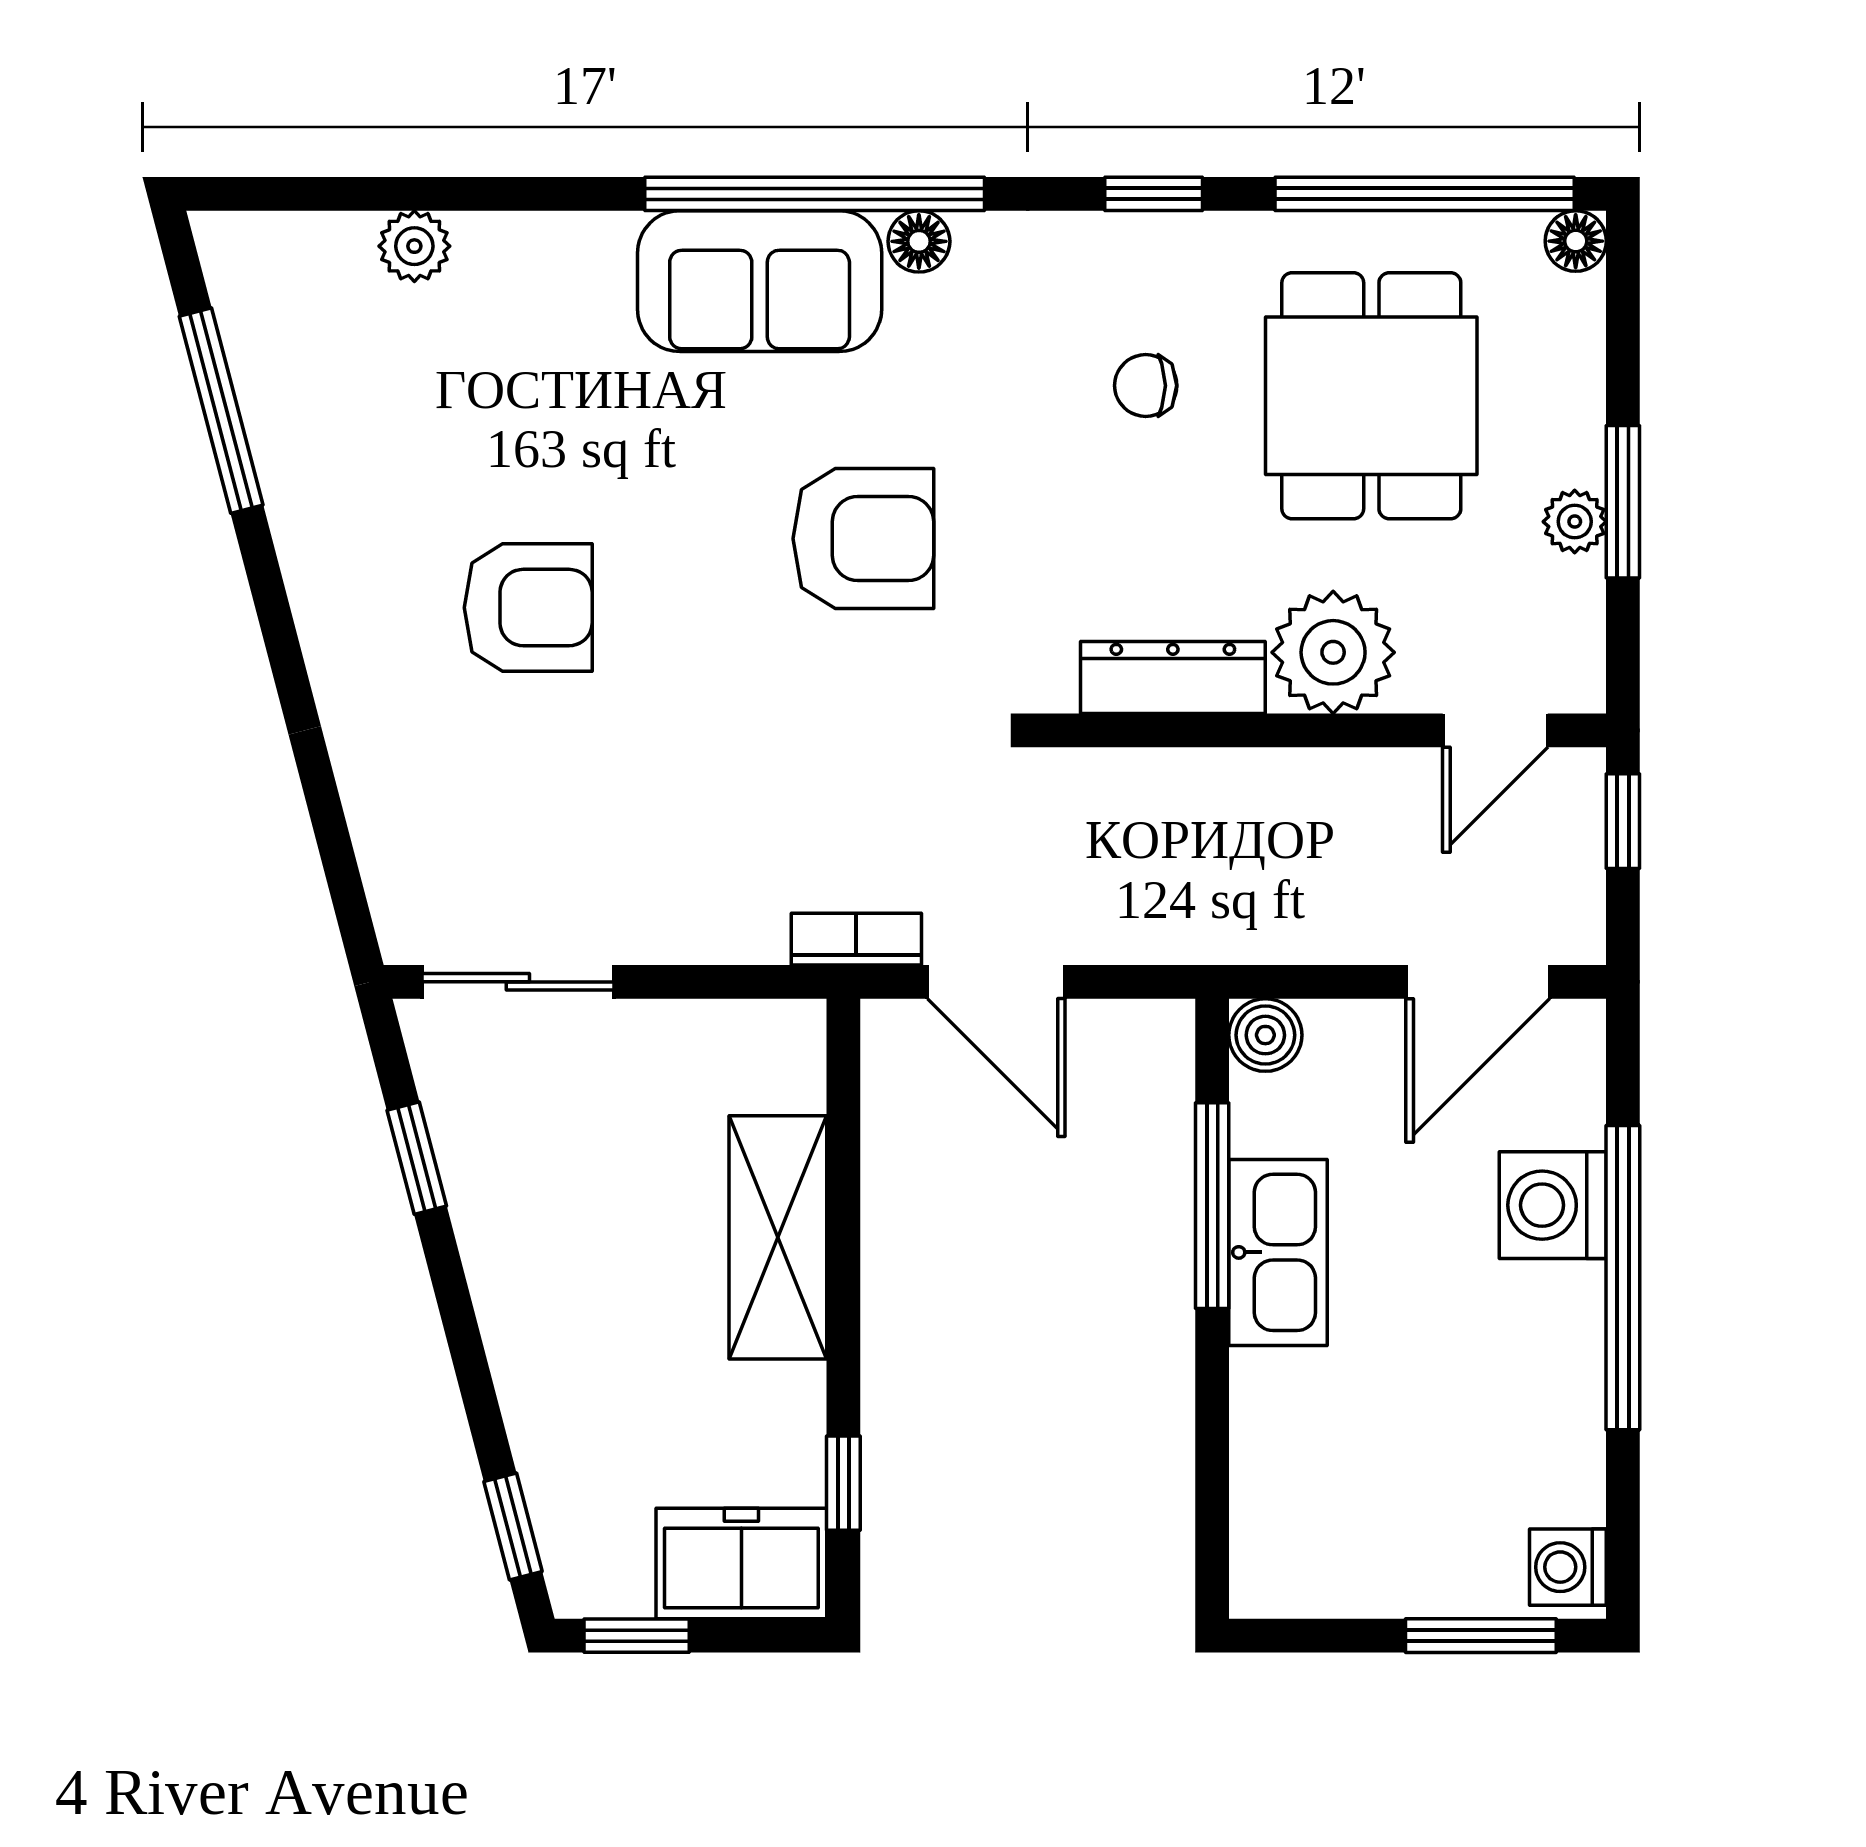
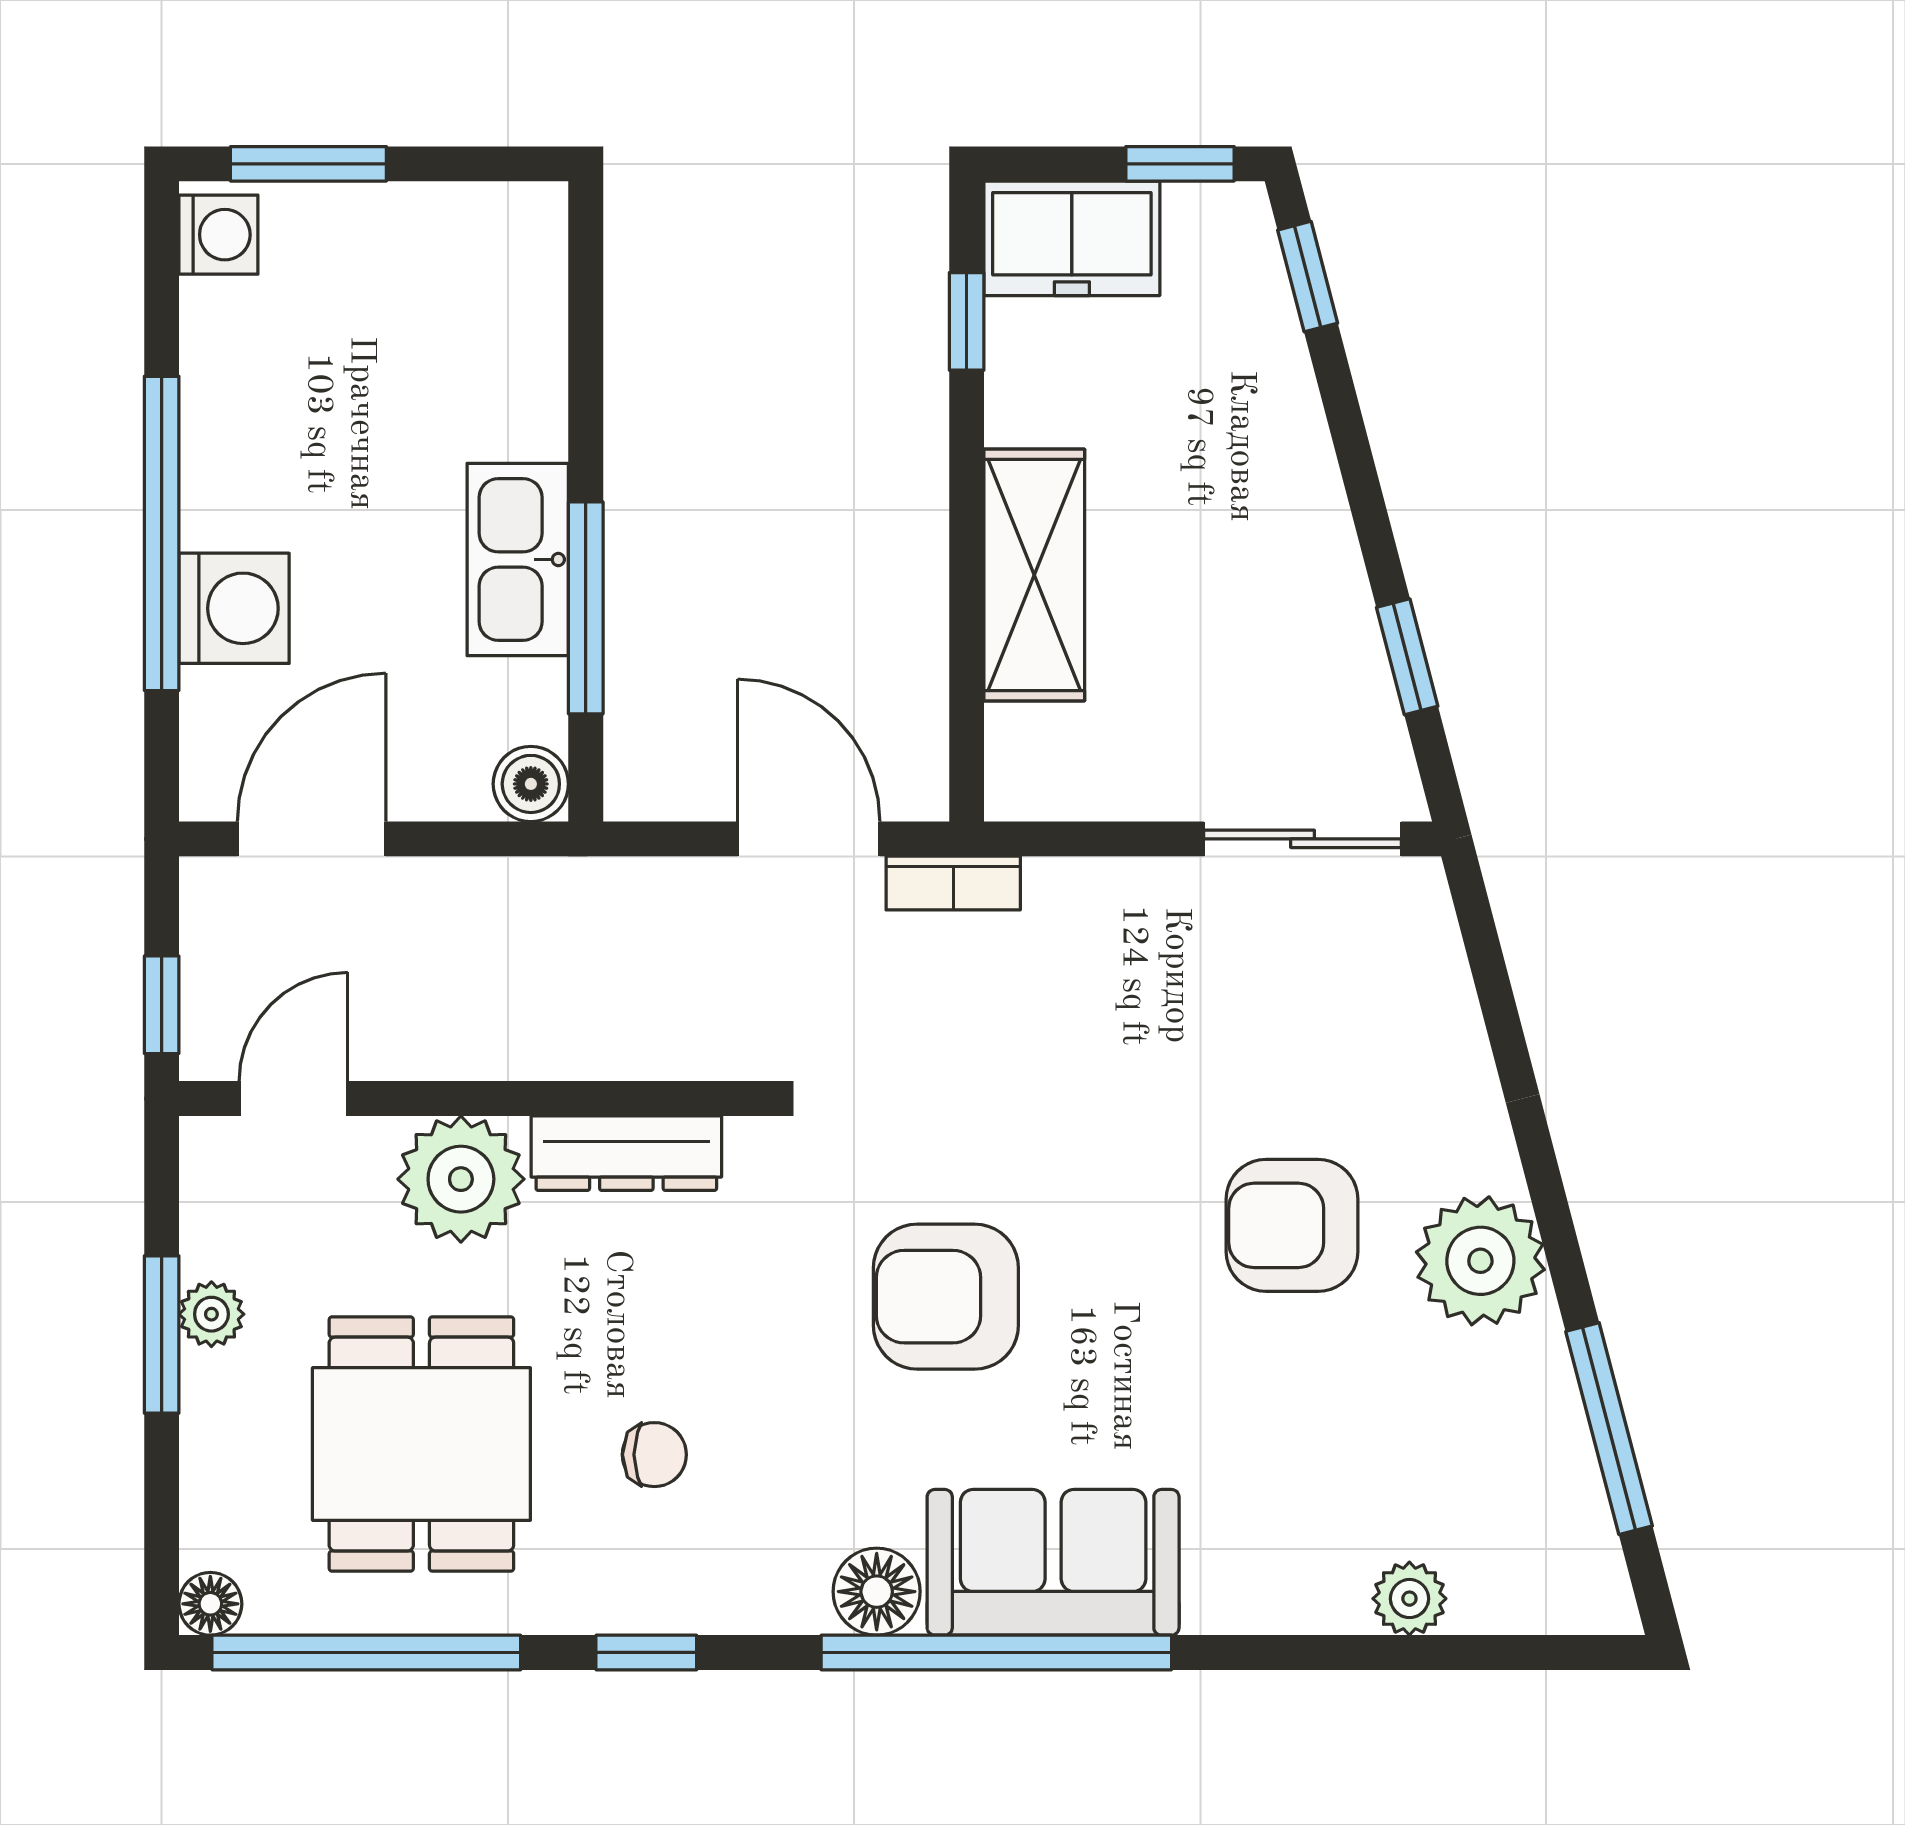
floor lamp: (919, 241) -> (877, 1592), width x1.37, depth x1.37
plant: (346, 573) -> (1480, 1261), added

